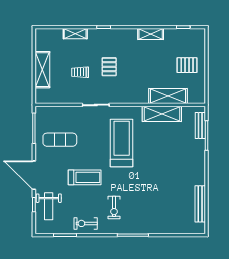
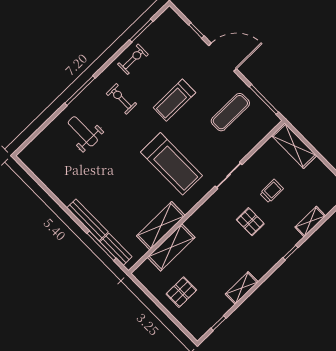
shelving: (42, 70) -> (294, 146), moved
bench: (200, 204) -> (87, 220), moved
weight bench: (49, 206) -> (83, 131), moved

